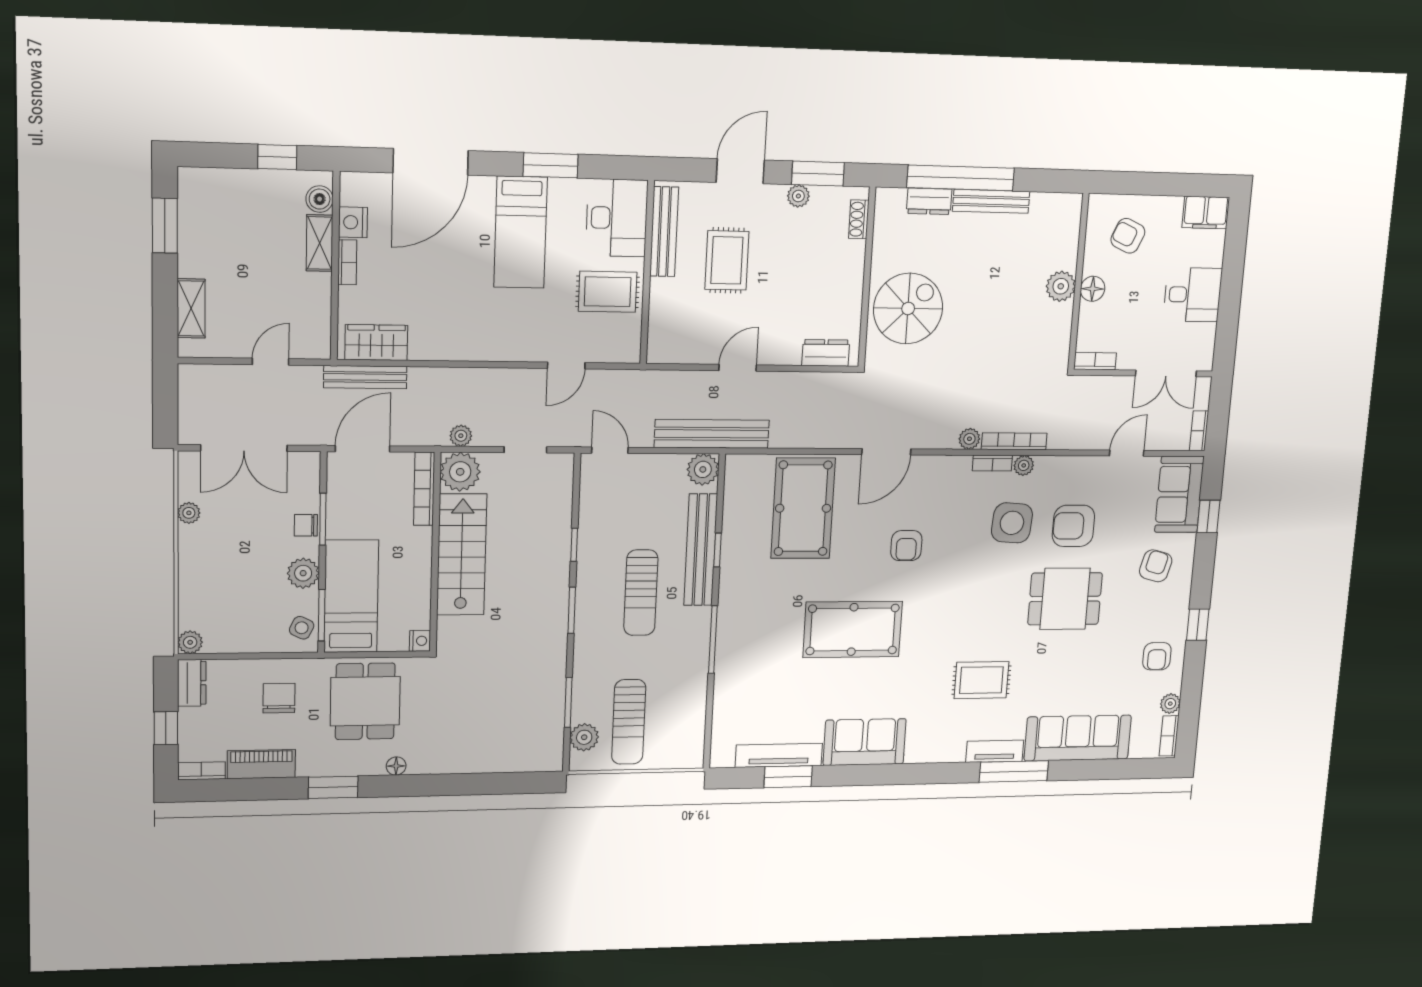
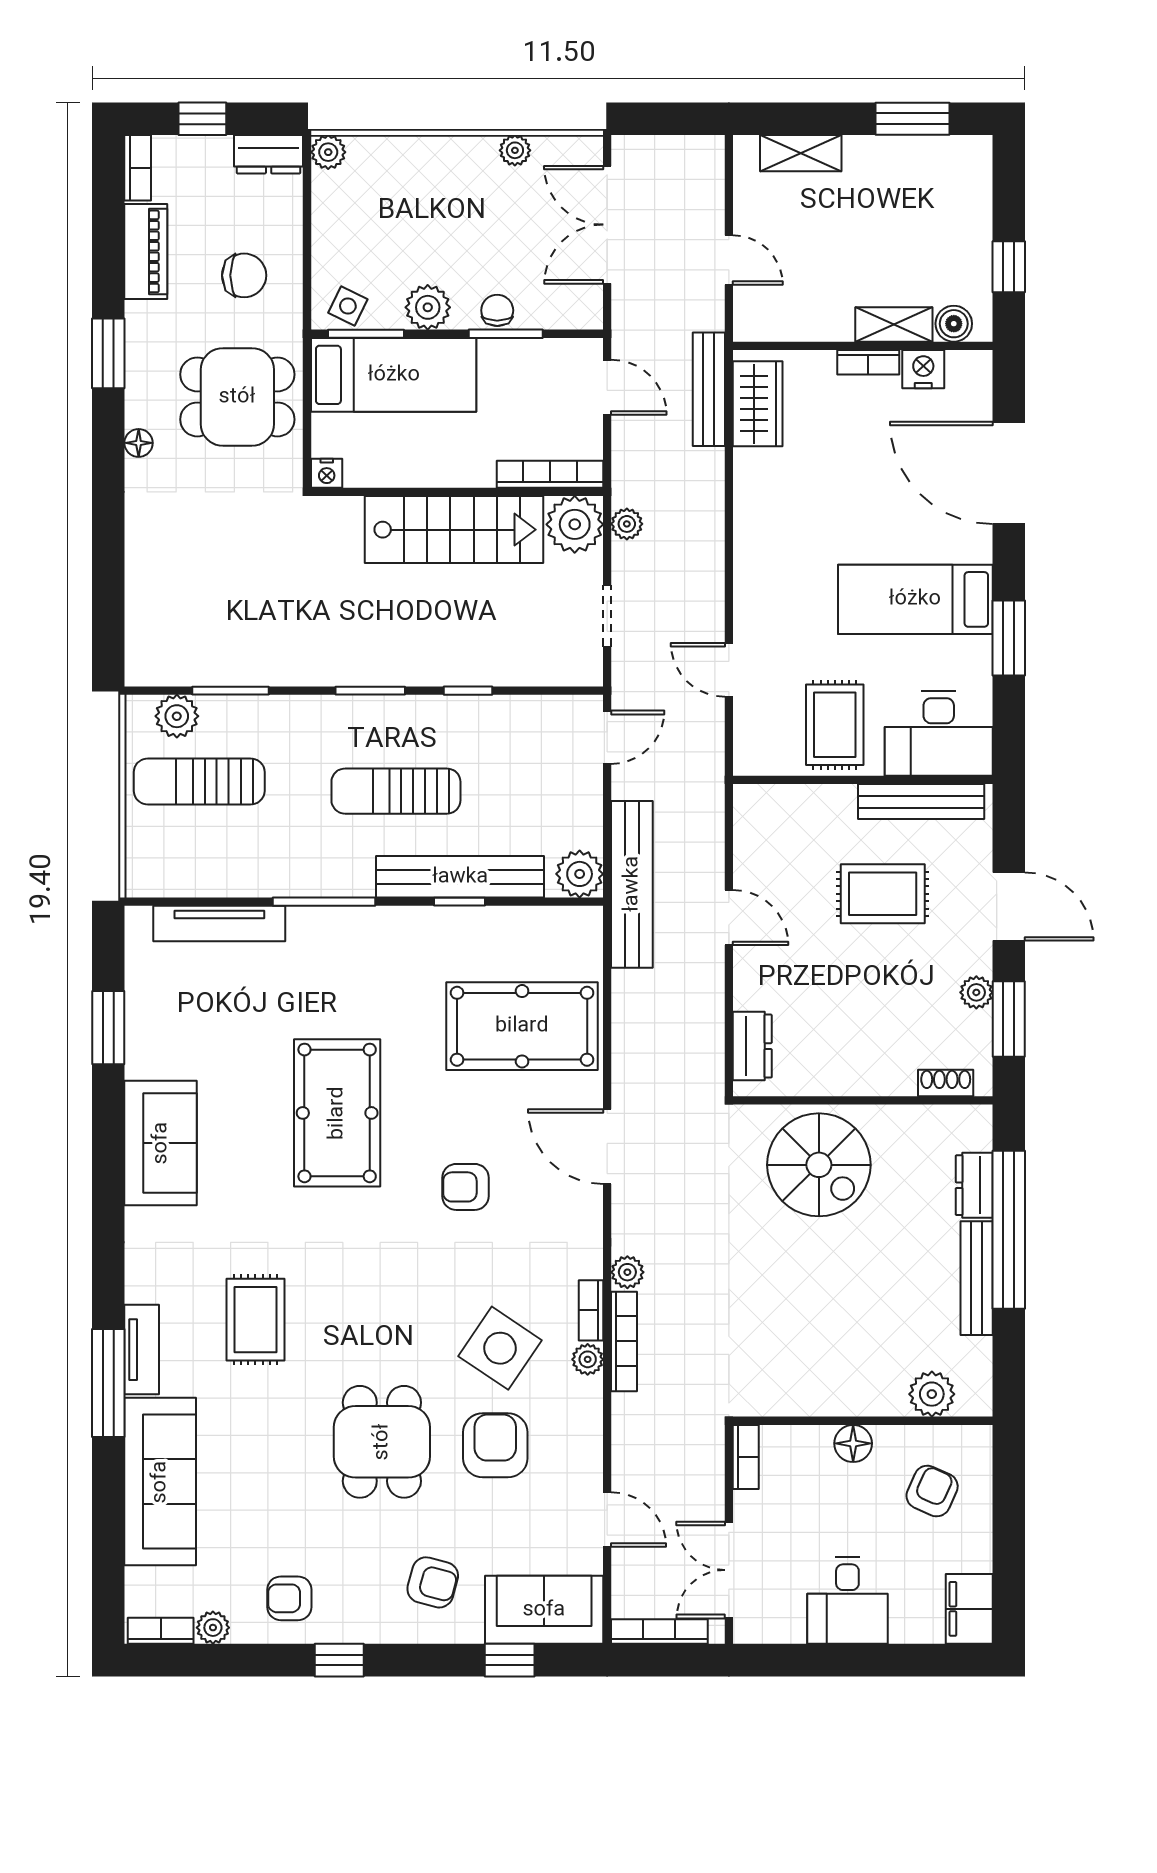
plant: (1061, 286) -> (932, 1394), moved
bookcase: (1199, 431) -> (659, 1632), width x1.56
door: (363, 449) -> (607, 387), width x0.73
side table: (1012, 523) -> (500, 1348), turned 30
tv unit: (779, 755) -> (219, 923), moved, turned 90

